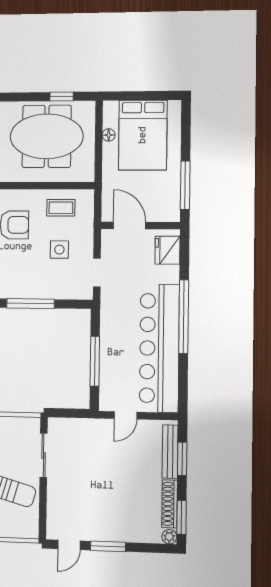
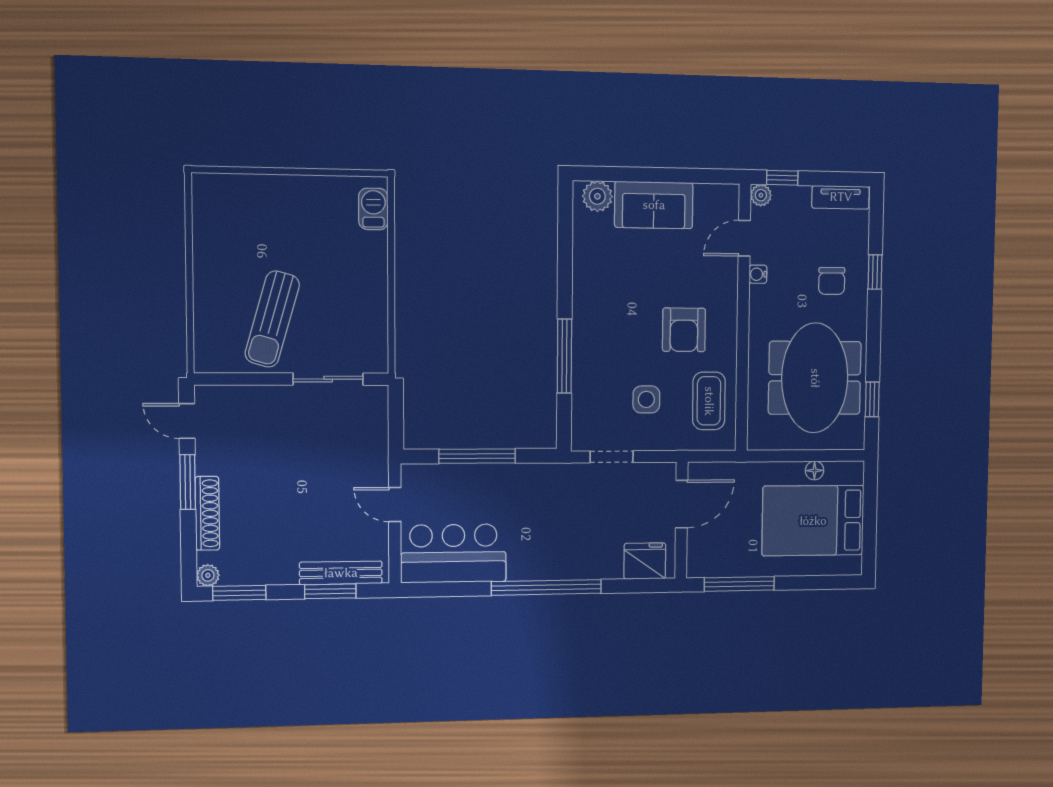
coffee table: (61, 208) -> (709, 401), width x1.36, depth x1.30
bar counter: (159, 348) -> (453, 553), width x0.54
shoe rack: (170, 504) -> (207, 513), moved, turned 90

